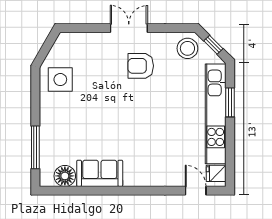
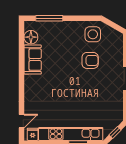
stool: (187, 48) -> (113, 116), removed
armchair: (141, 66) -> (90, 60), moved, turned 90

